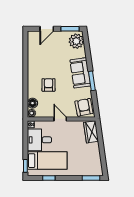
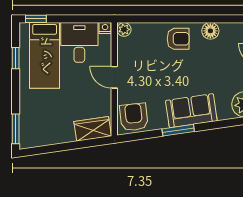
armchair: (49, 85) -> (178, 39), moved
floor lamp: (33, 103) -> (210, 31), moved
armchair: (84, 107) -> (134, 117), turned -85
door: (60, 119) -> (114, 77), swing flipped

